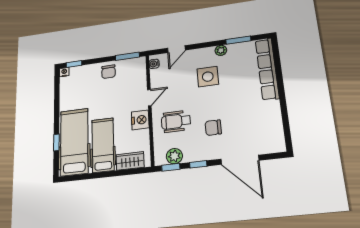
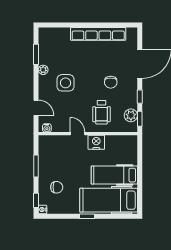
window: (127, 56) -> (36, 166), moved
row of seats: (267, 69) -> (98, 34), moved
chair: (109, 72) -> (57, 187), moved
window: (56, 142) -> (87, 216), moved
wardrobe: (130, 161) -> (131, 152), removed

